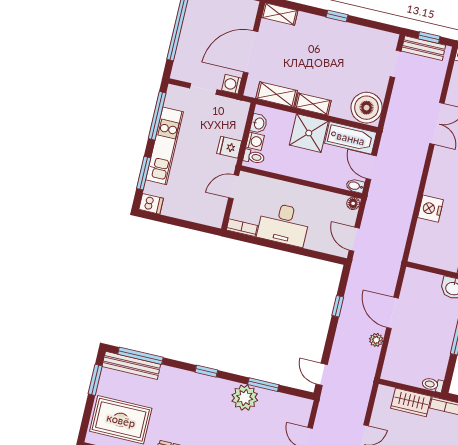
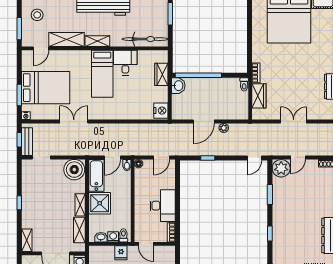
nightstand: (430, 209) -> (161, 111), moved, turned -90
plant: (245, 398) -> (281, 168), moved

